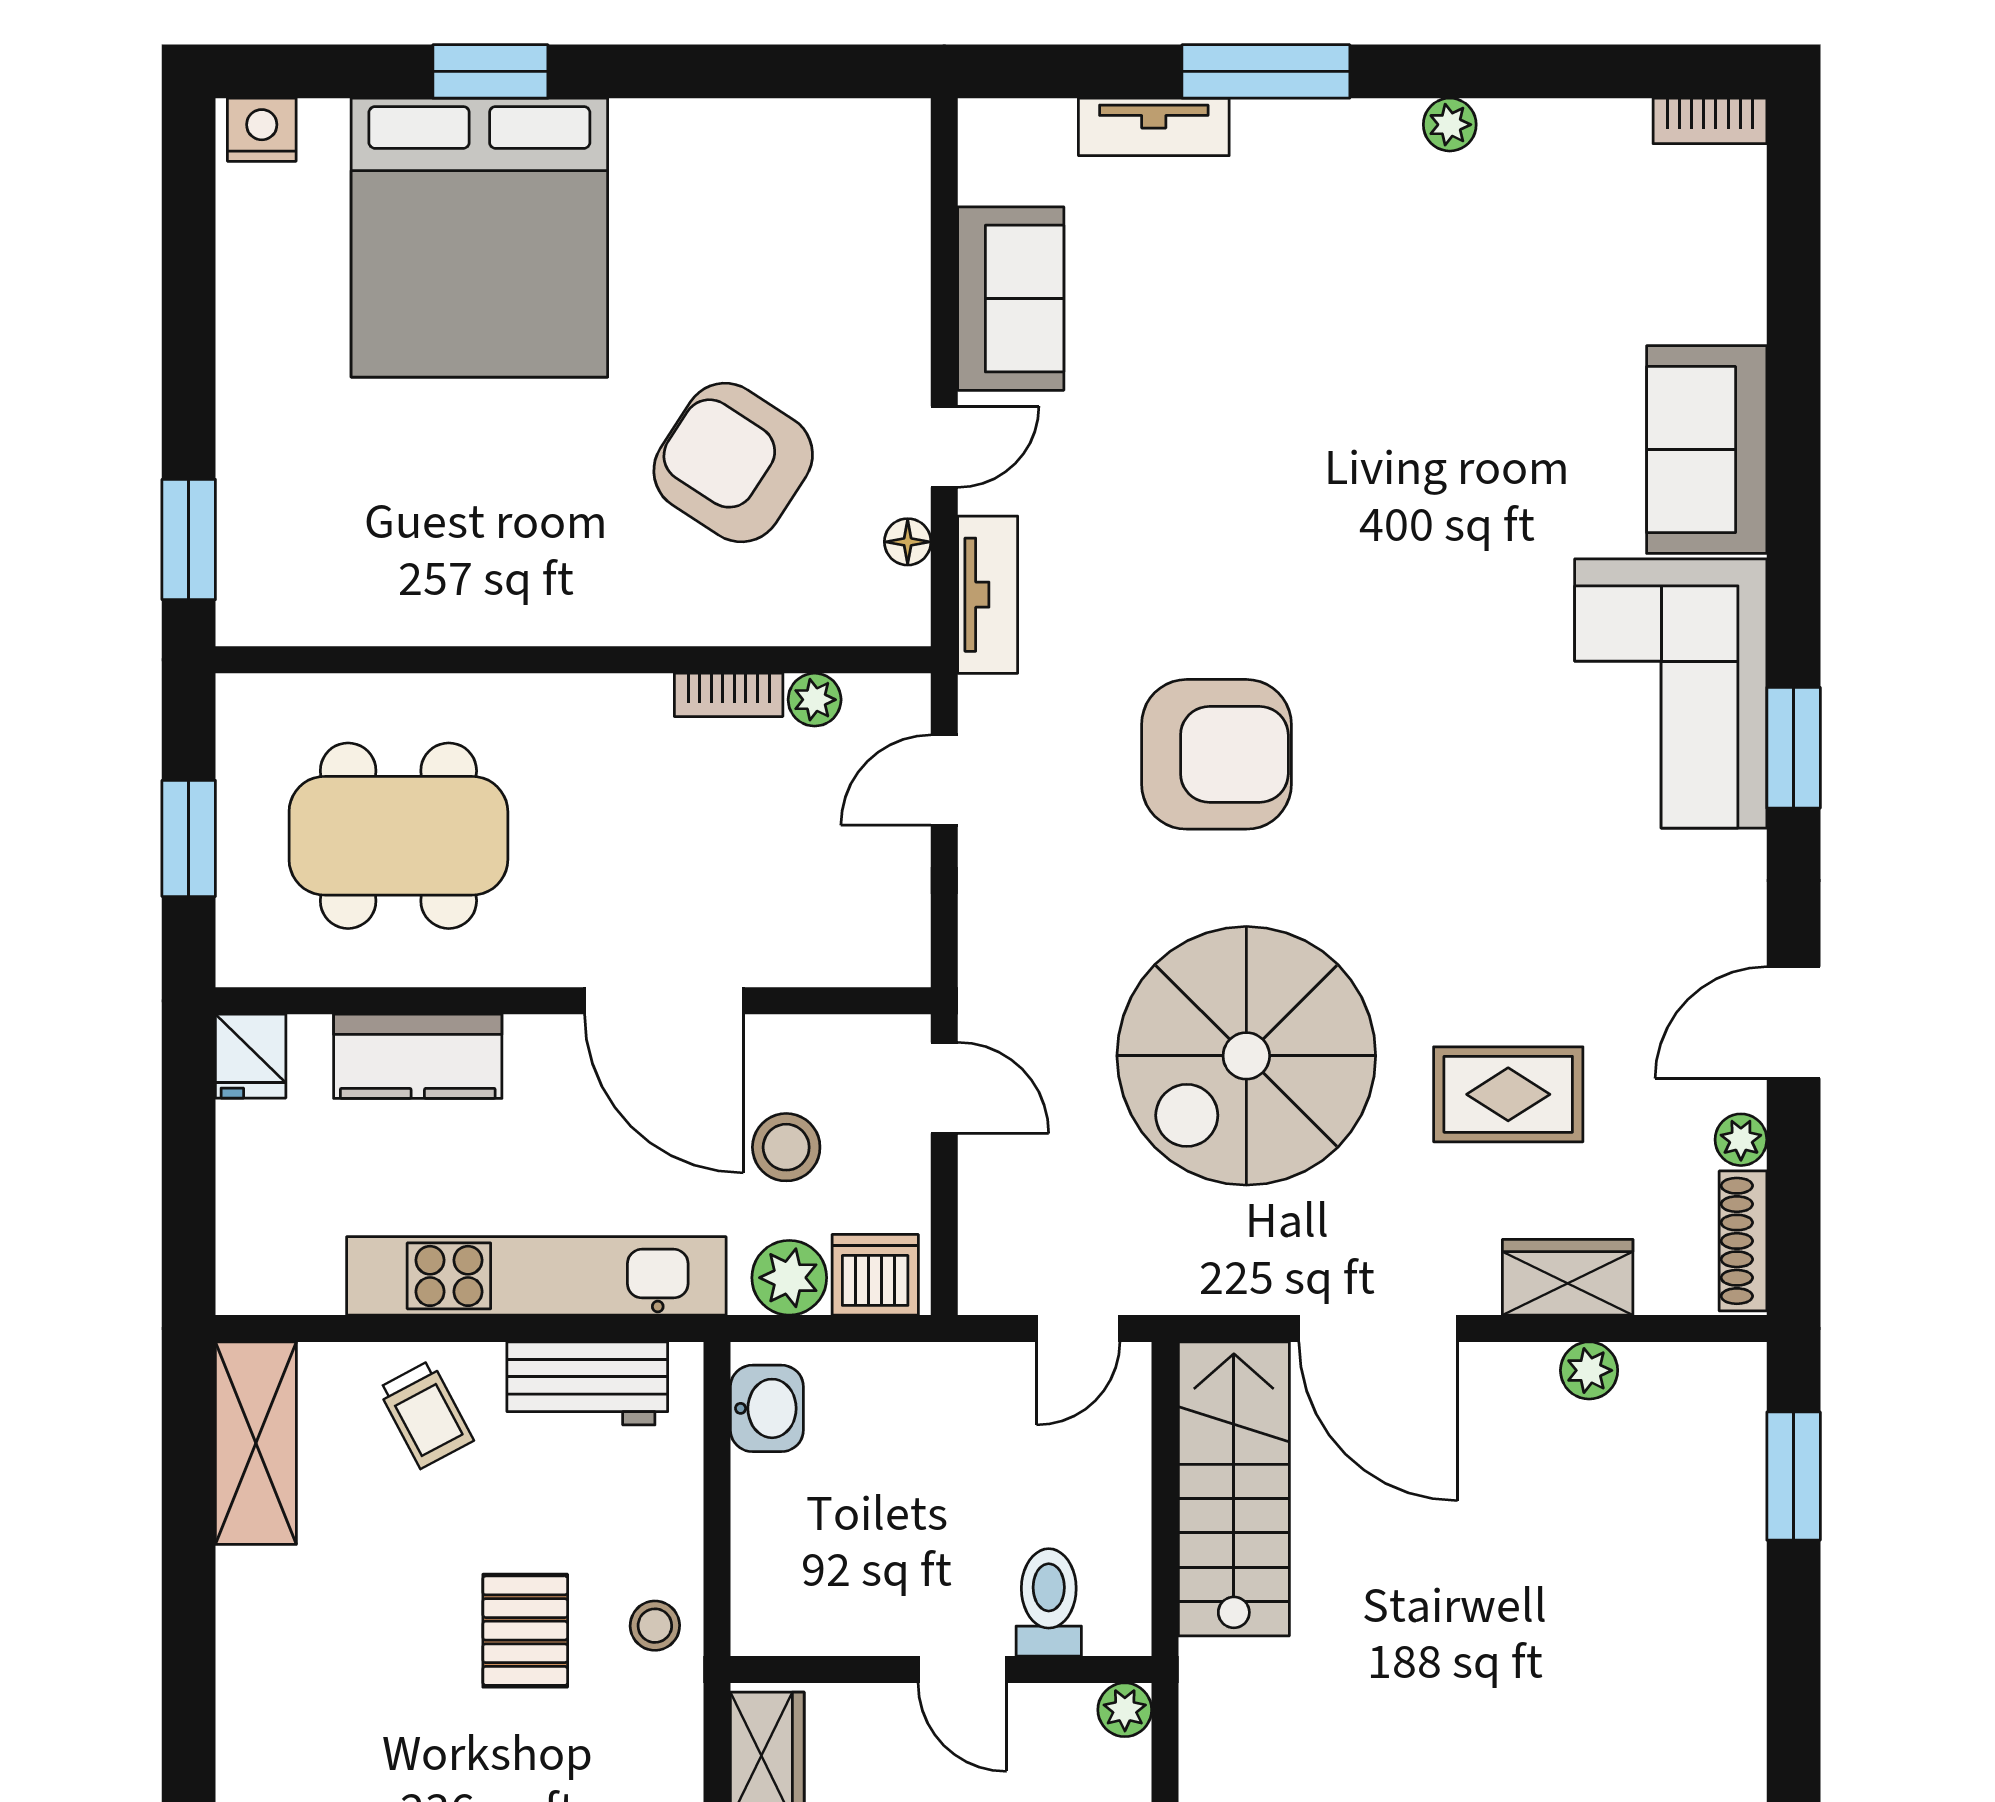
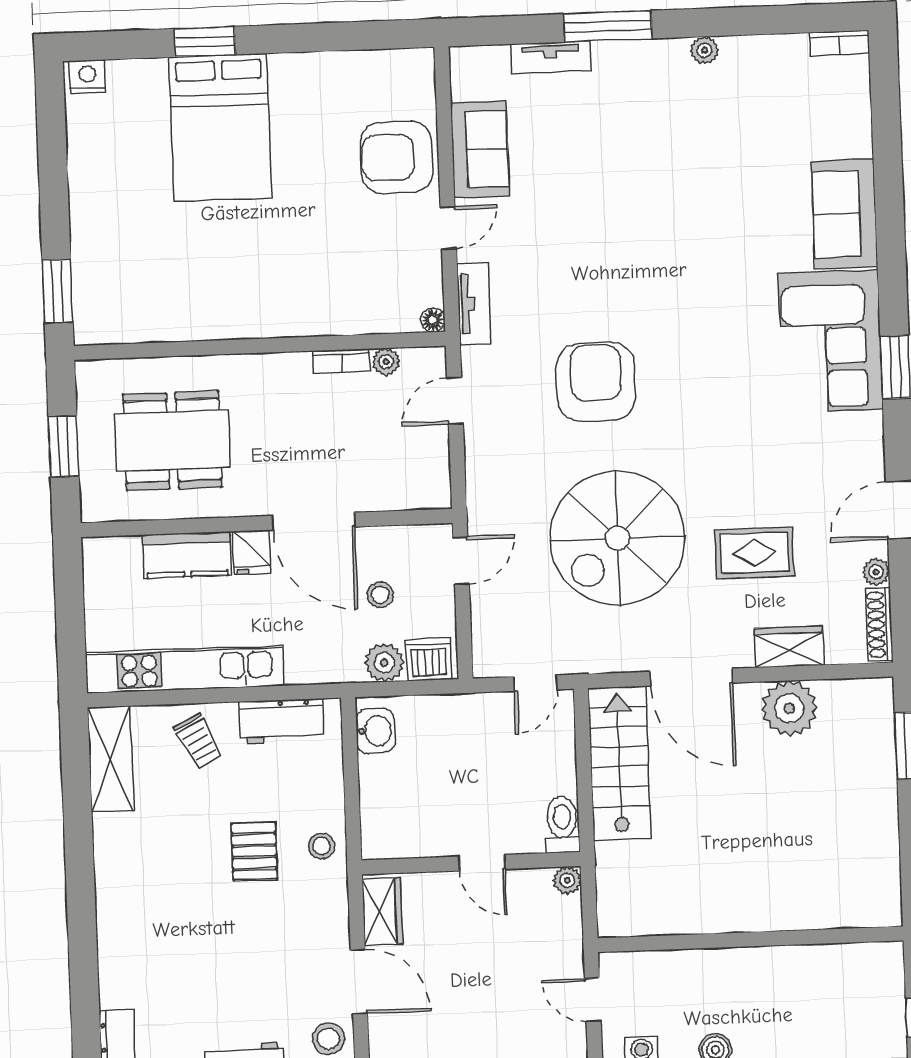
bed: (479, 238) -> (220, 128), width x0.73
armchair: (733, 462) -> (396, 157), moved, turned -33
floor lamp: (908, 542) -> (433, 320), moved
armchair: (1216, 754) -> (596, 382), turned -90
fridge: (251, 1056) -> (252, 552), moved
door: (944, 1088) -> (461, 561), hinge flipped
stool: (786, 1147) -> (380, 595), width x0.73, depth x0.73
kitchen unit: (536, 1276) -> (185, 669), moved
plant: (1589, 1370) -> (789, 708), width x1.88, depth x1.88
toilet: (1049, 1602) -> (562, 825), moved

